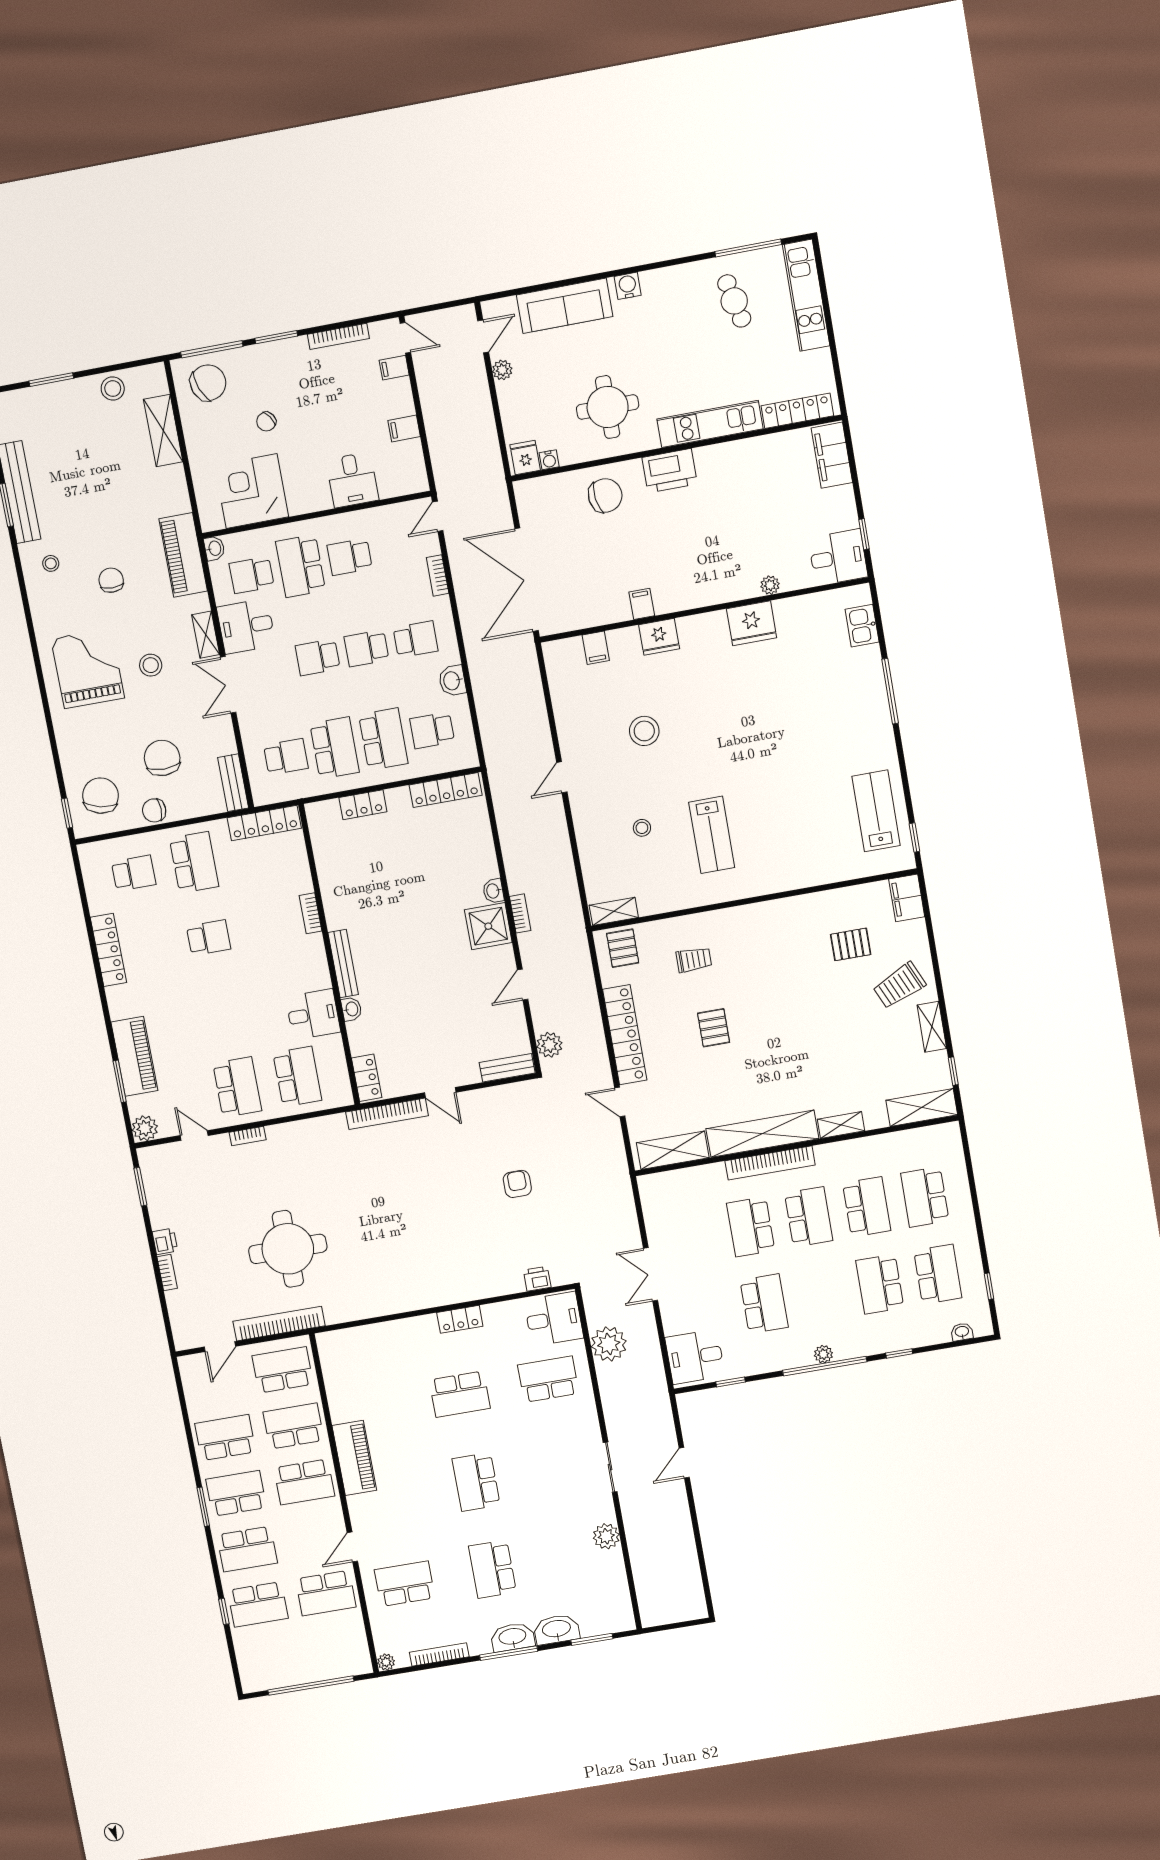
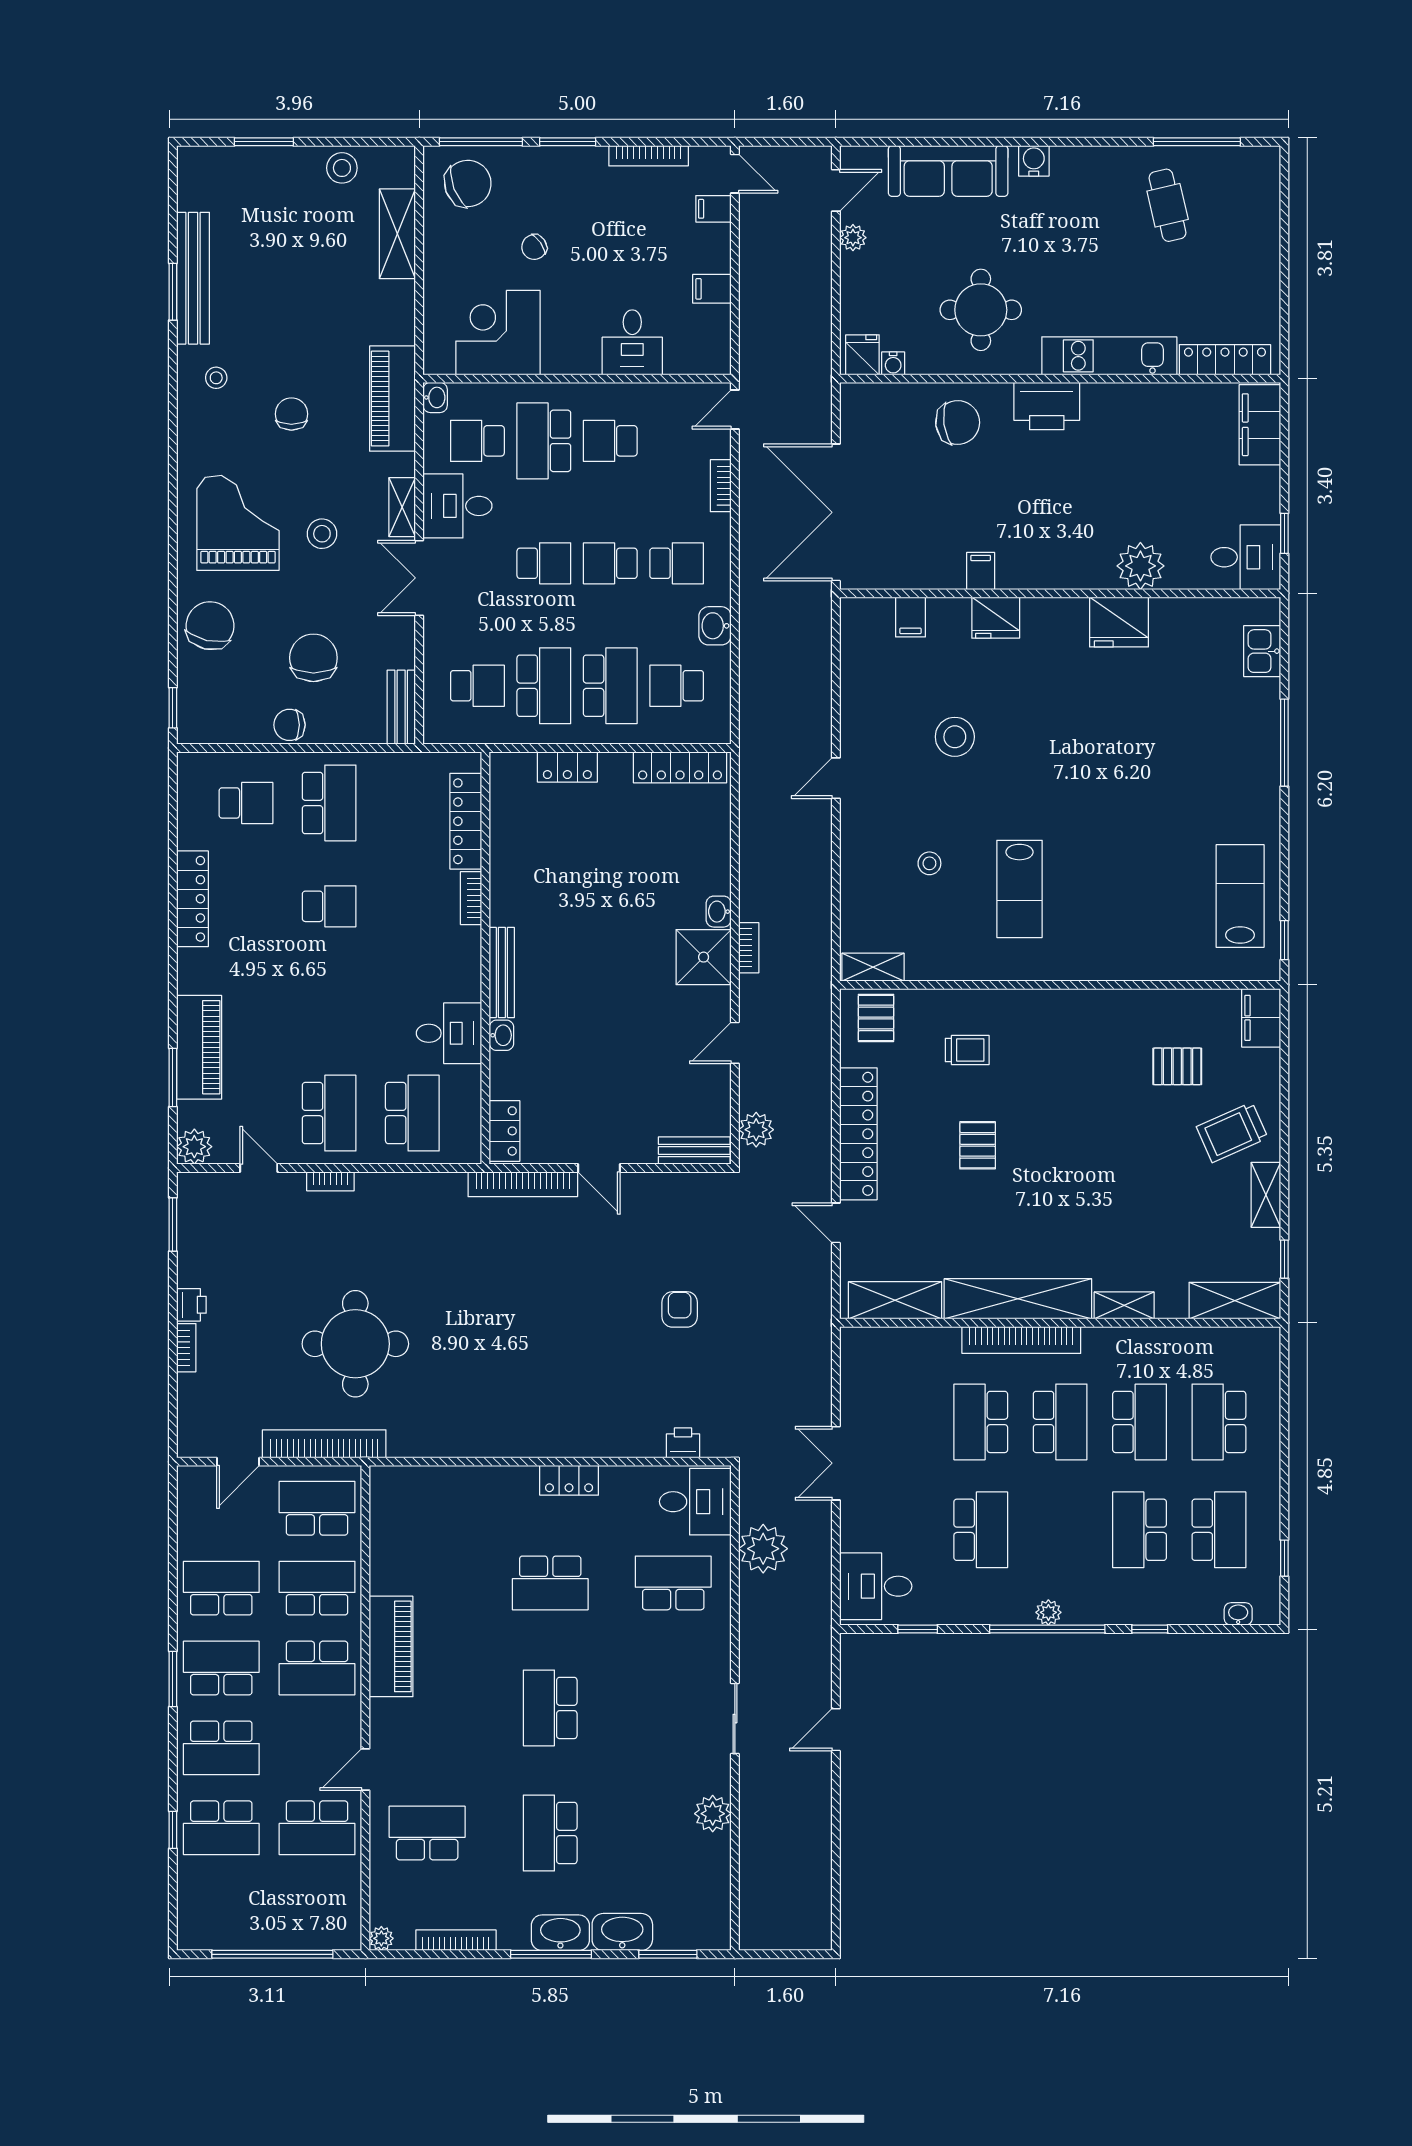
kitchen unit: (806, 295) -> (1261, 215), removed
plant: (770, 585) -> (1140, 566), width x1.88, depth x1.88
school desk: (318, 657) -> (544, 563), turned 180
chair: (101, 796) -> (210, 626), moved
locker: (264, 823) -> (466, 821), moved, turned 90

